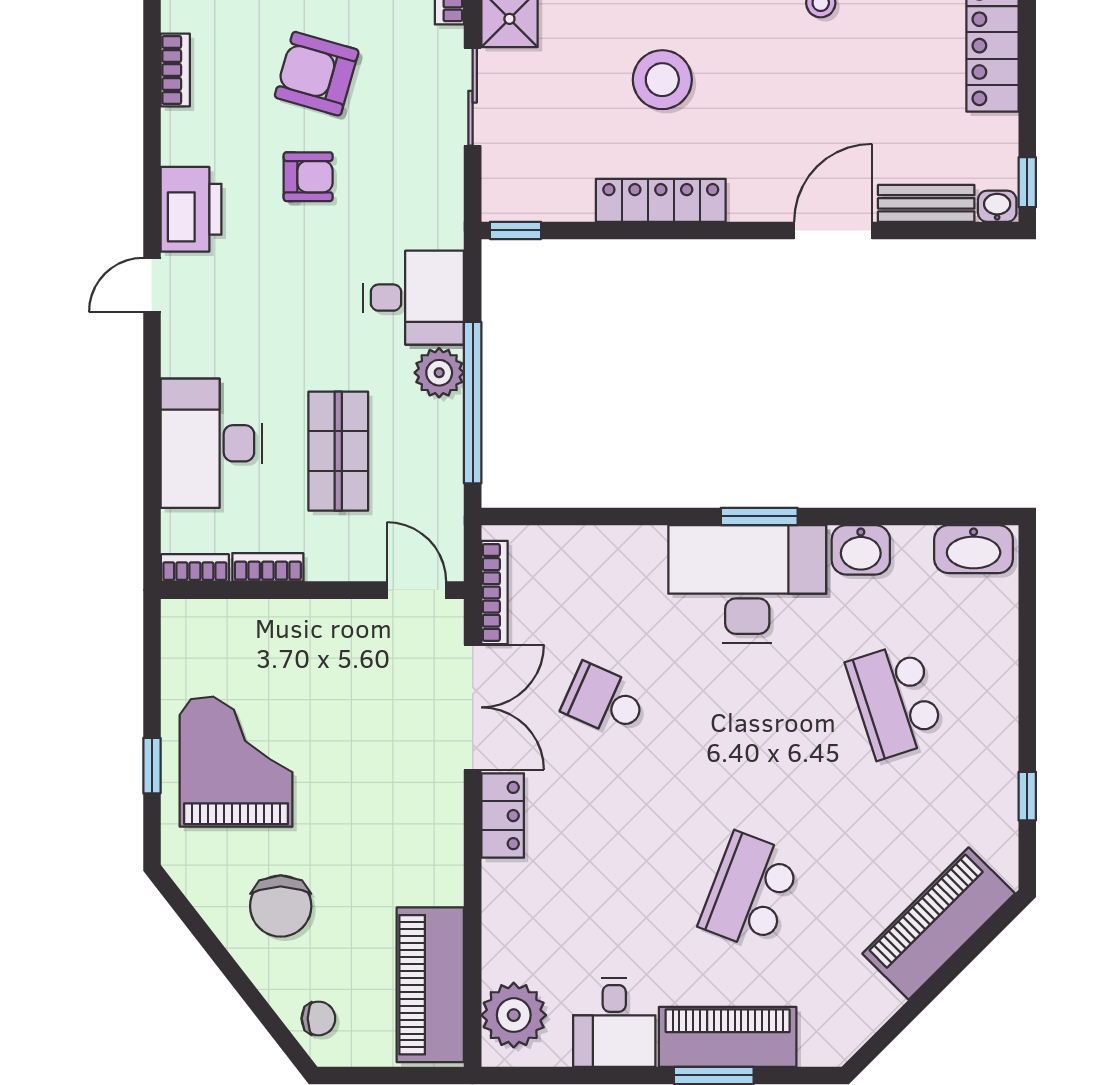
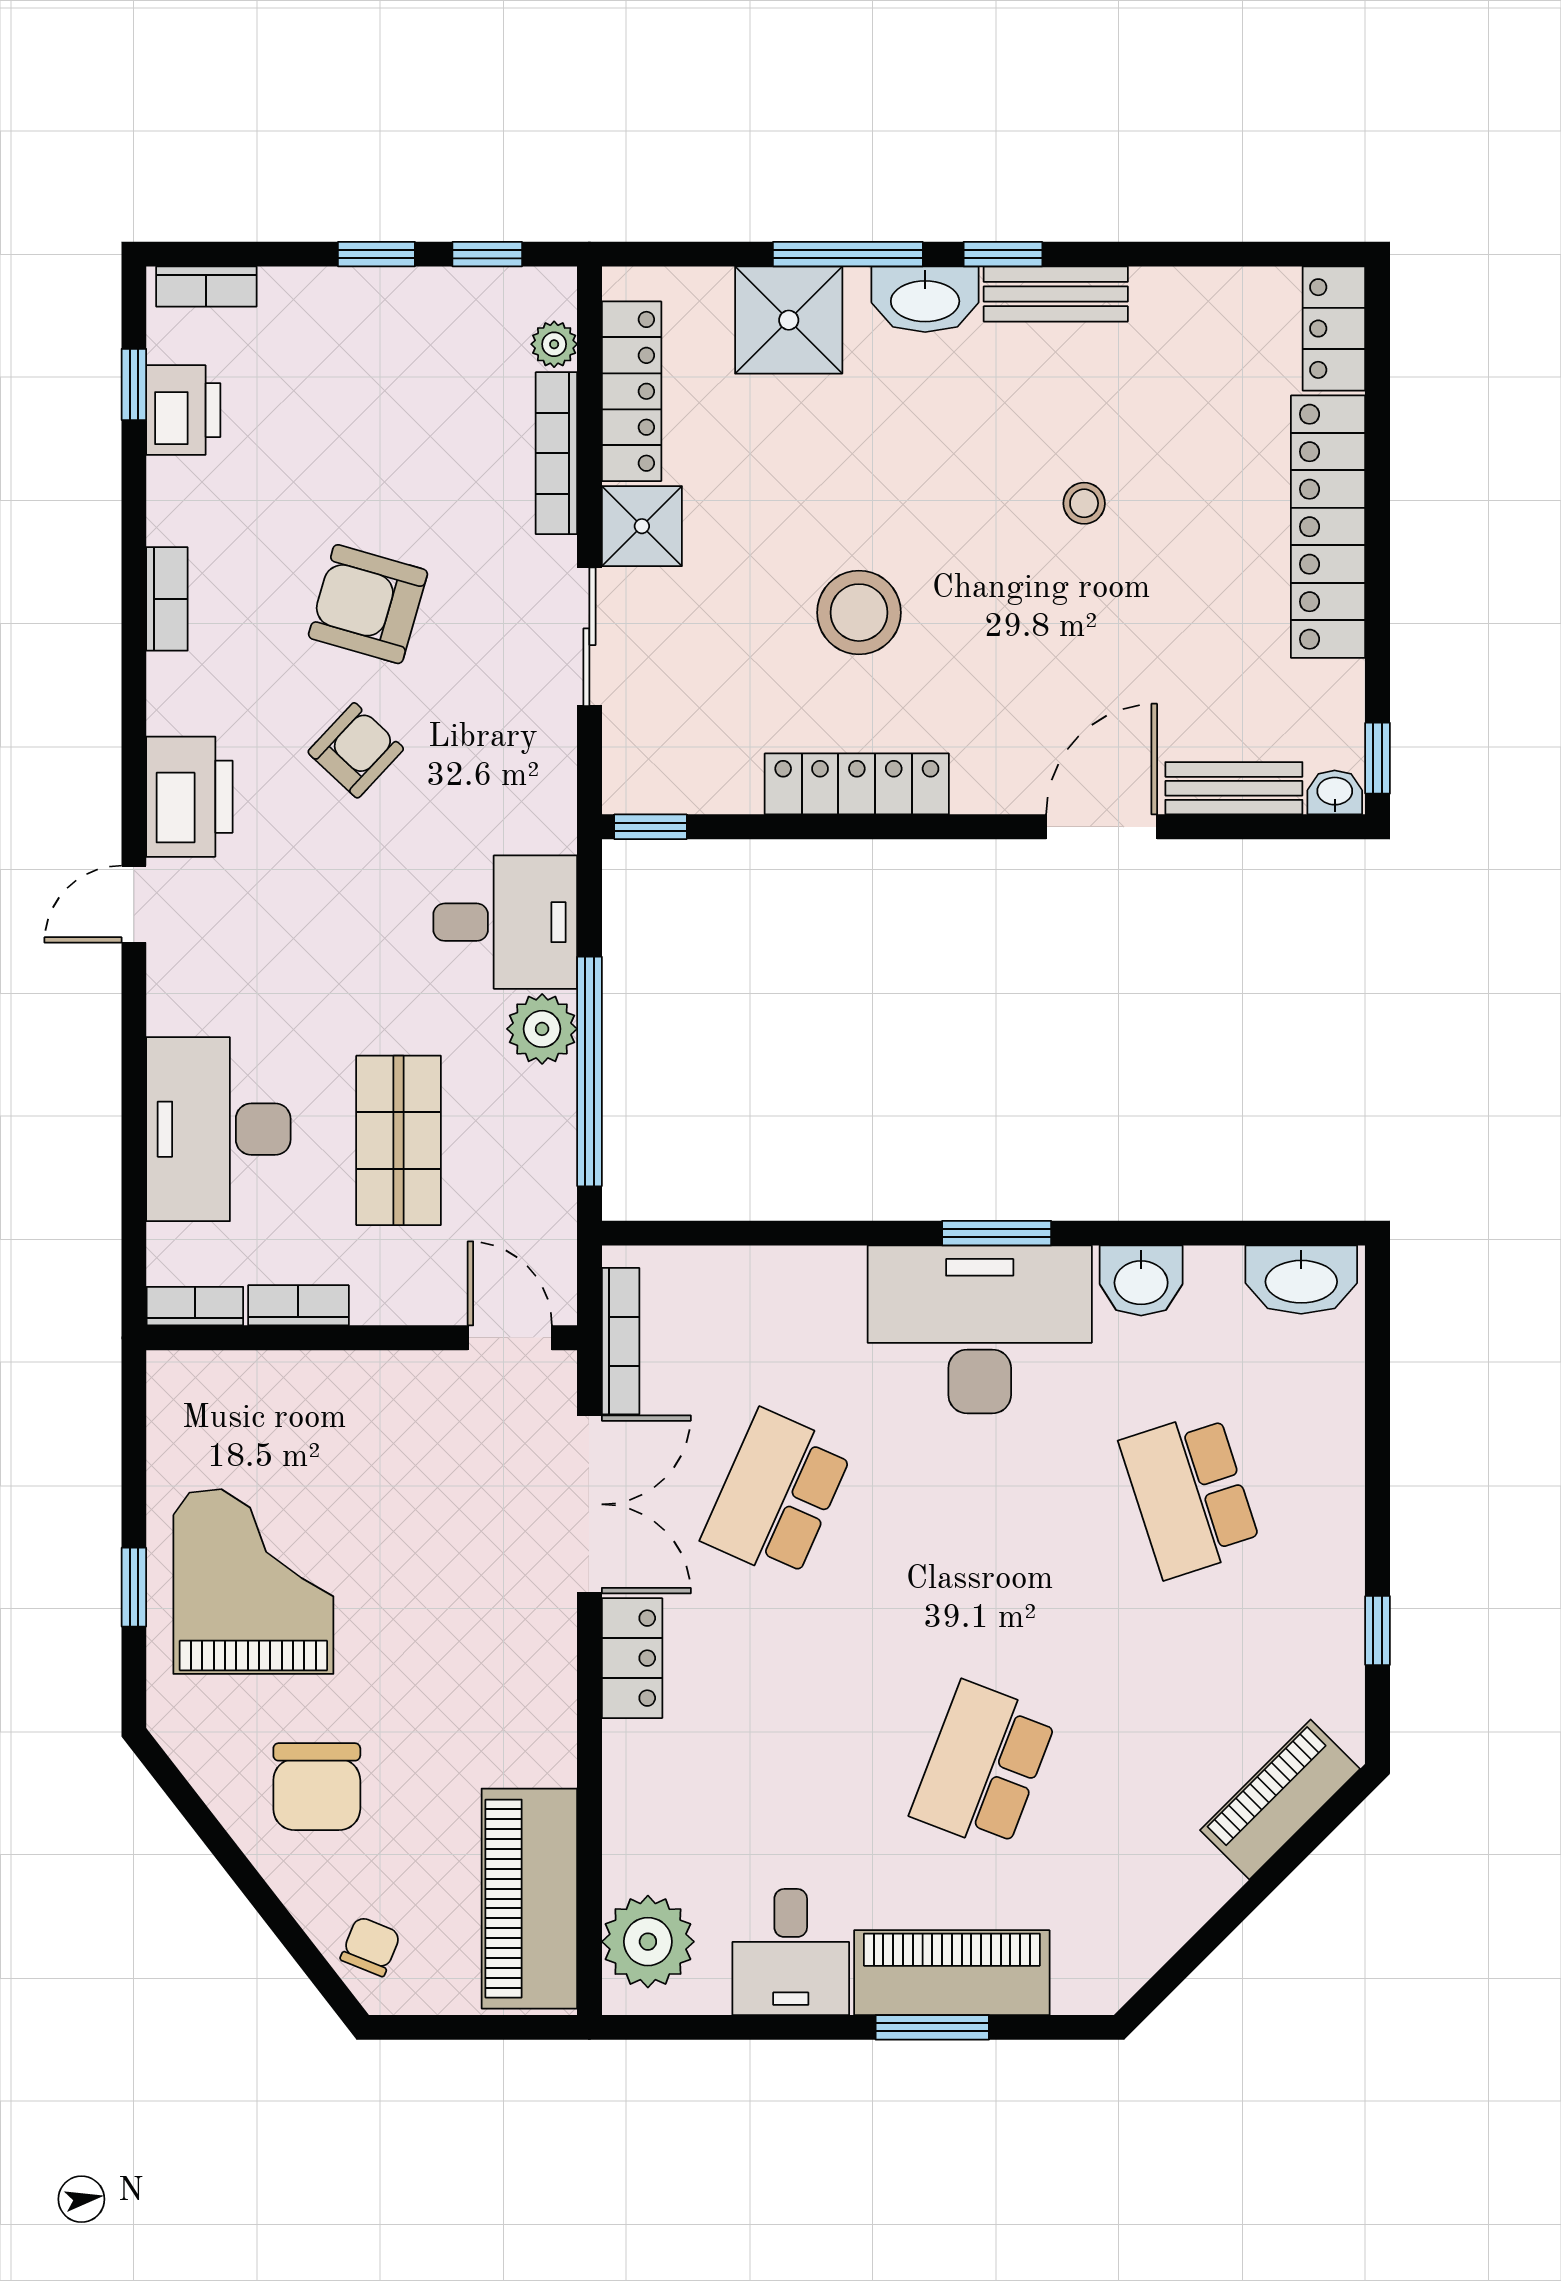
armchair: (308, 177) -> (356, 750), turned -47
school desk: (605, 701) -> (777, 1495), width x1.85
piano: (939, 924) -> (1280, 1799), width x0.73, depth x0.75
chair: (318, 1018) -> (370, 1946), turned -68

